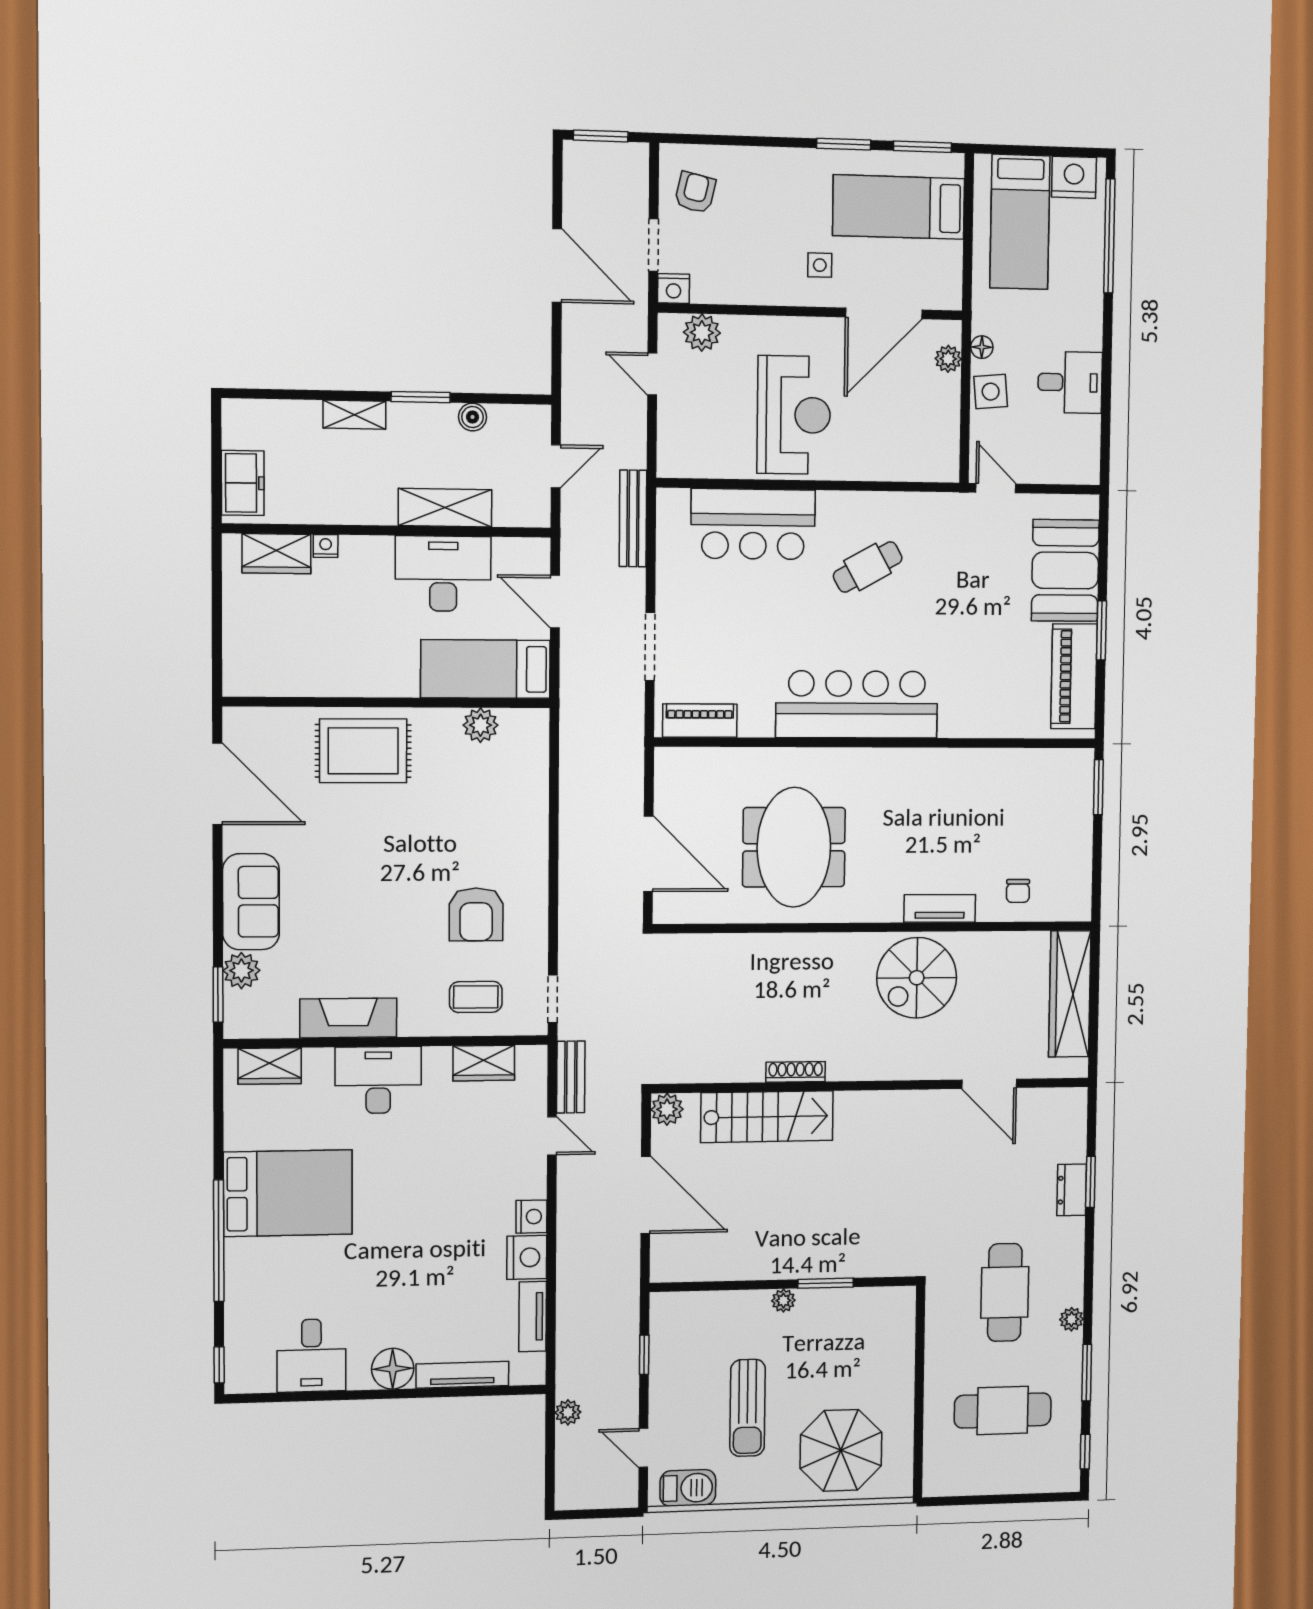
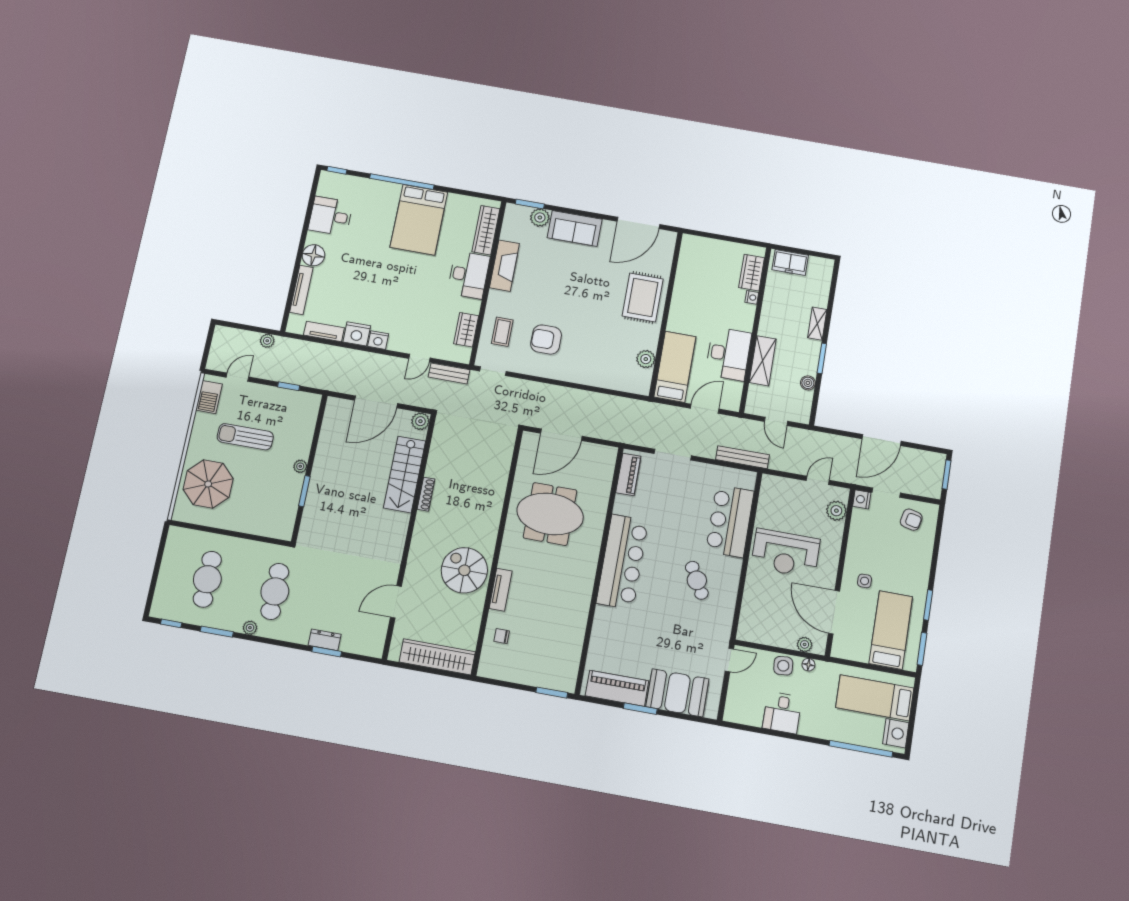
wardrobe: (270, 1066) -> (486, 230), width x1.50
cafe table: (1005, 1292) -> (275, 591), turned 90

